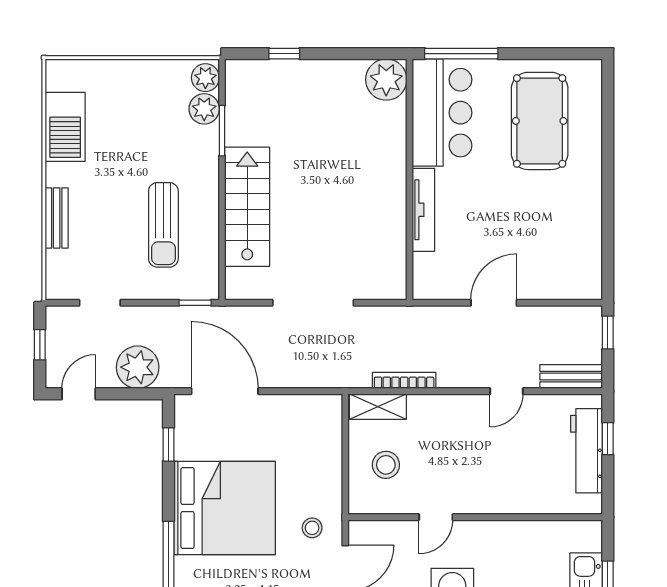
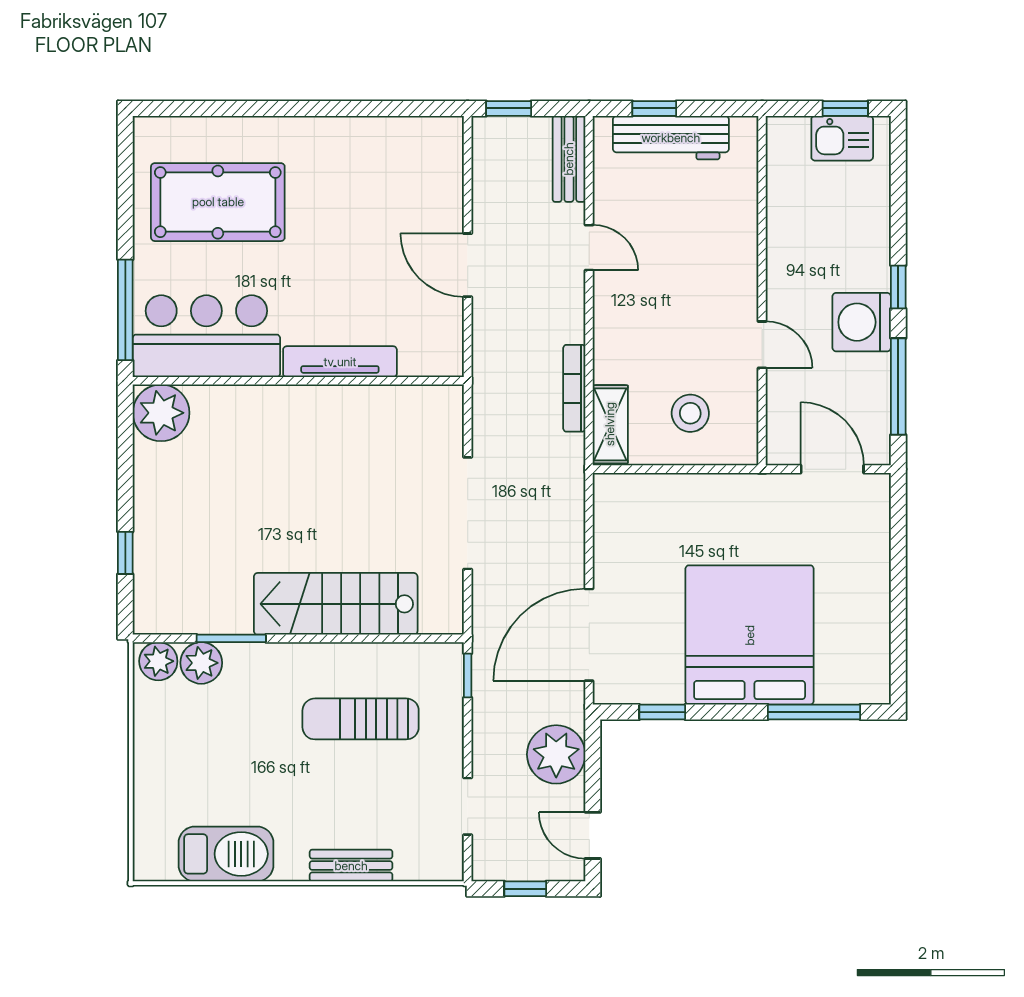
sun lounger: (163, 225) -> (361, 719), turned 180
stool: (312, 528) -> (777, 515), removed

